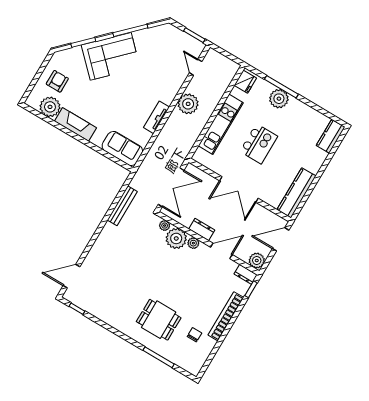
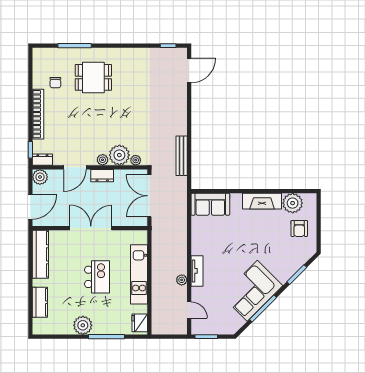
corner sofa: (111, 56) -> (252, 291), moved
plant: (279, 99) -> (83, 325), moved
plant: (188, 104) -> (182, 280), width x0.53, depth x0.53
tv unit: (157, 117) -> (197, 271), moved
kitchen counter: (331, 136) -> (40, 302), moved
kitchen island: (259, 144) -> (97, 277), turned 180

